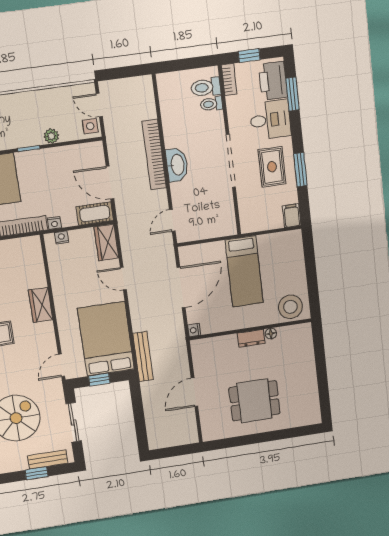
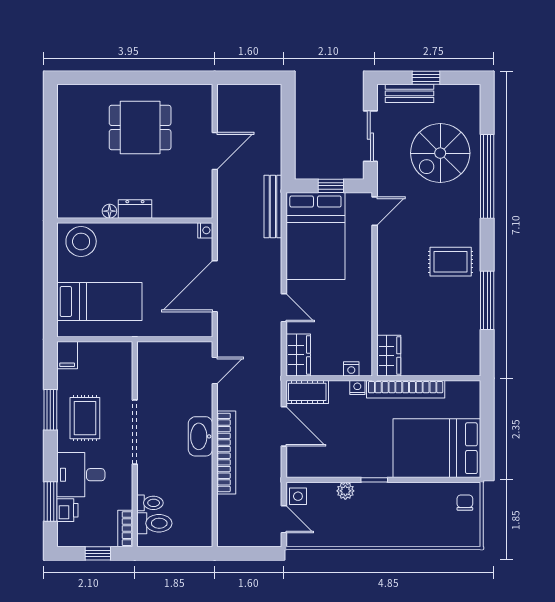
printer: (273, 81) -> (67, 510), width x0.53, depth x0.68
bed: (244, 271) -> (99, 302), moved, turned 90
wardrobe: (41, 305) -> (389, 356), moved

